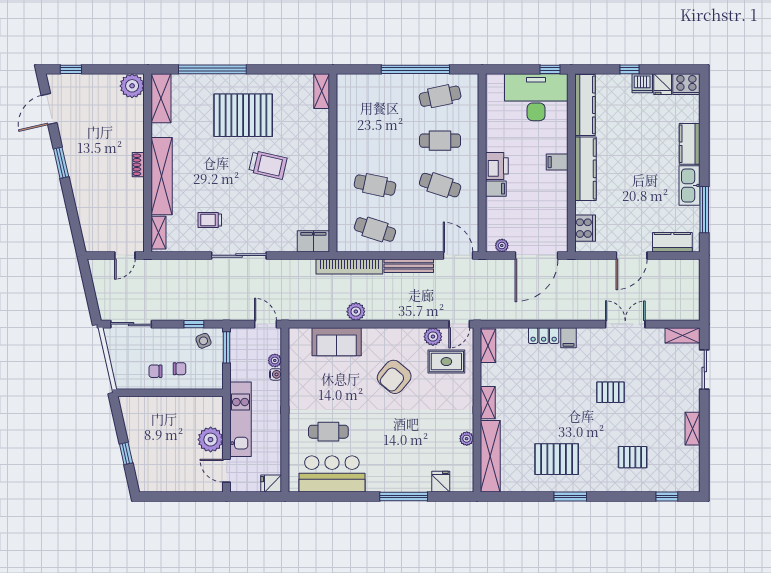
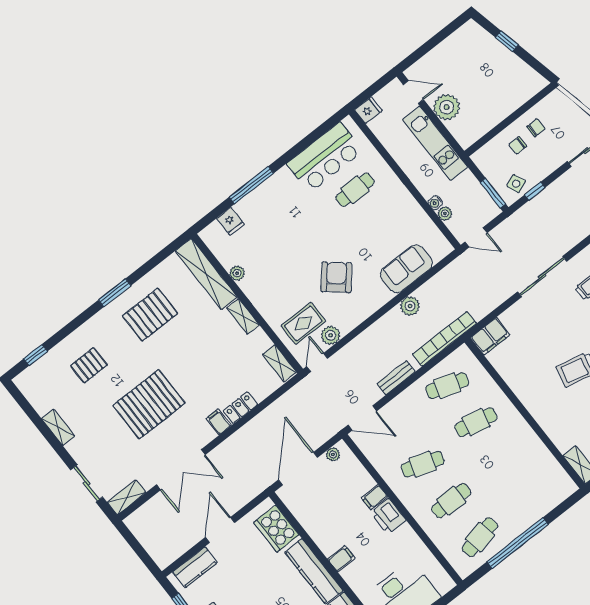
cooker: (585, 228) -> (276, 529), width x1.37, depth x1.31
bench: (409, 266) -> (396, 378), width x0.73
double door: (625, 324) -> (181, 470), width x1.37
pallet: (610, 392) -> (149, 404), width x2.05, depth x2.00

